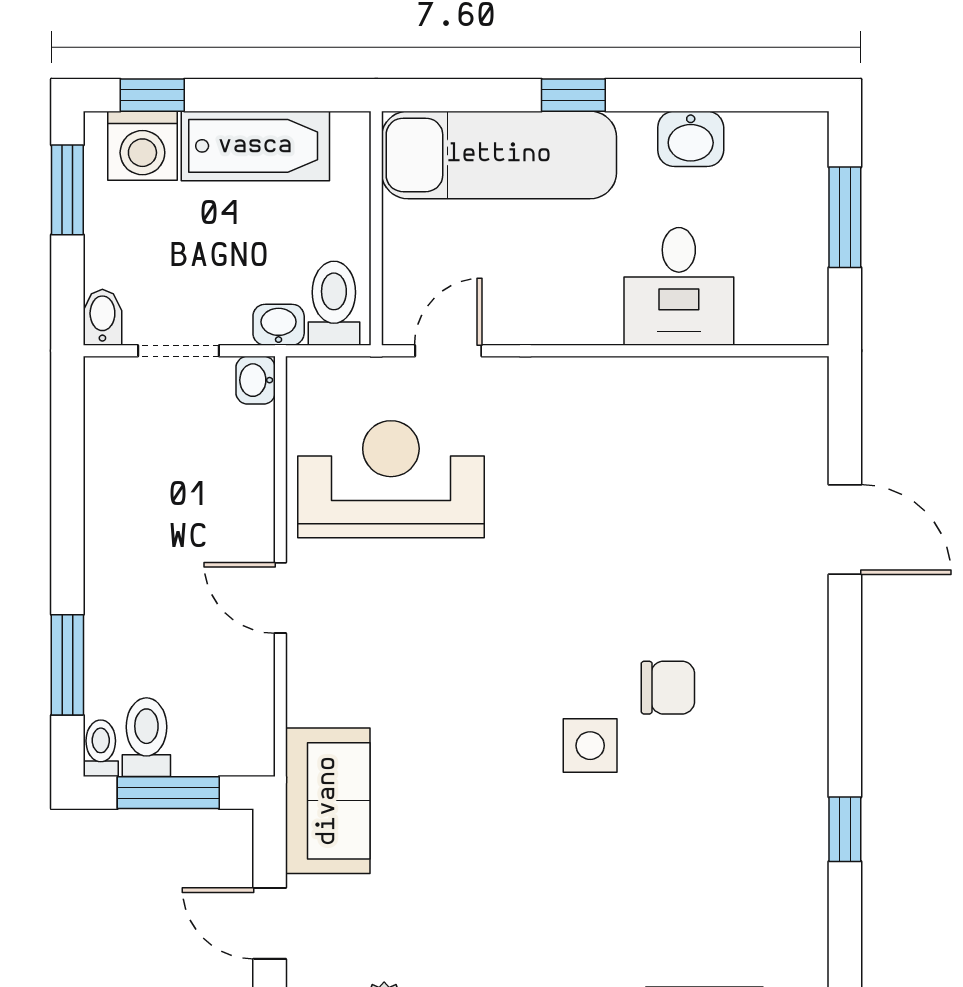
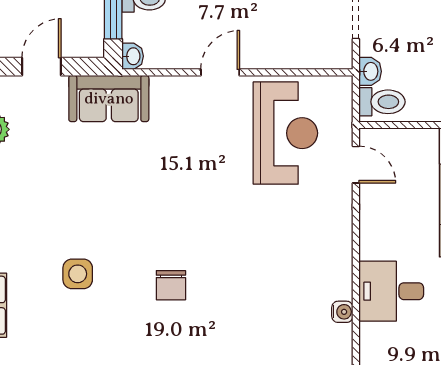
water cooler: (716, 375) -> (342, 312), added
washbasin: (256, 380) -> (133, 56), moved, turned 90
side table: (590, 746) -> (78, 274), moved

